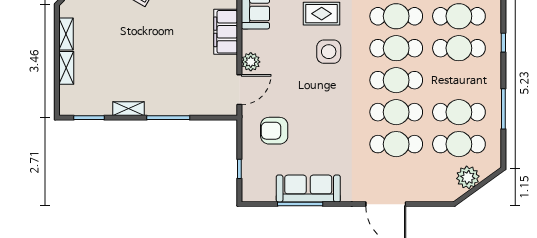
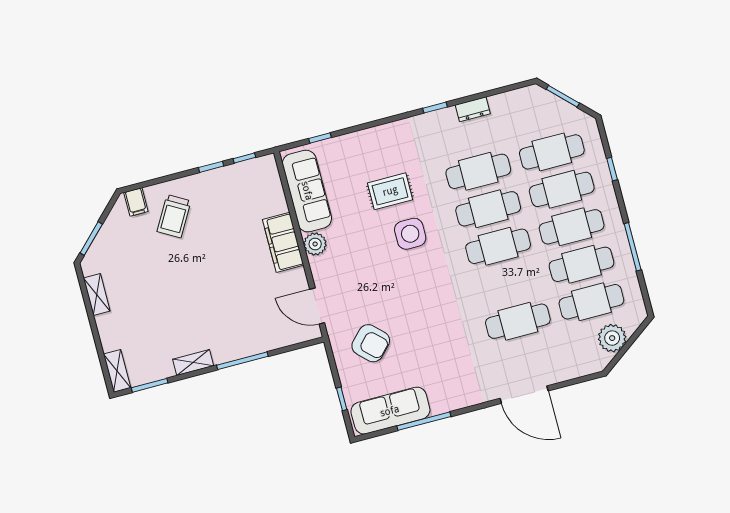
plant: (251, 62) -> (315, 244), moved
shelving: (66, 68) -> (117, 371), moved
door: (239, 90) -> (317, 306), swing flipped
cafe table: (396, 112) -> (572, 227), moved
armchair: (274, 131) -> (371, 343), turned -136
sofa: (308, 189) -> (390, 411), moved

